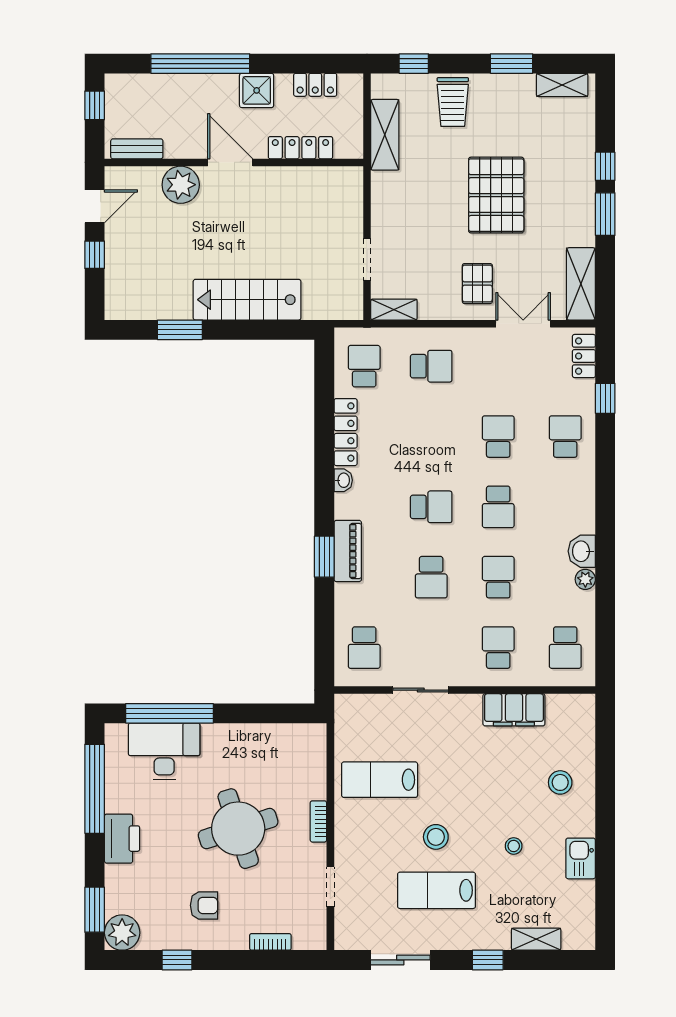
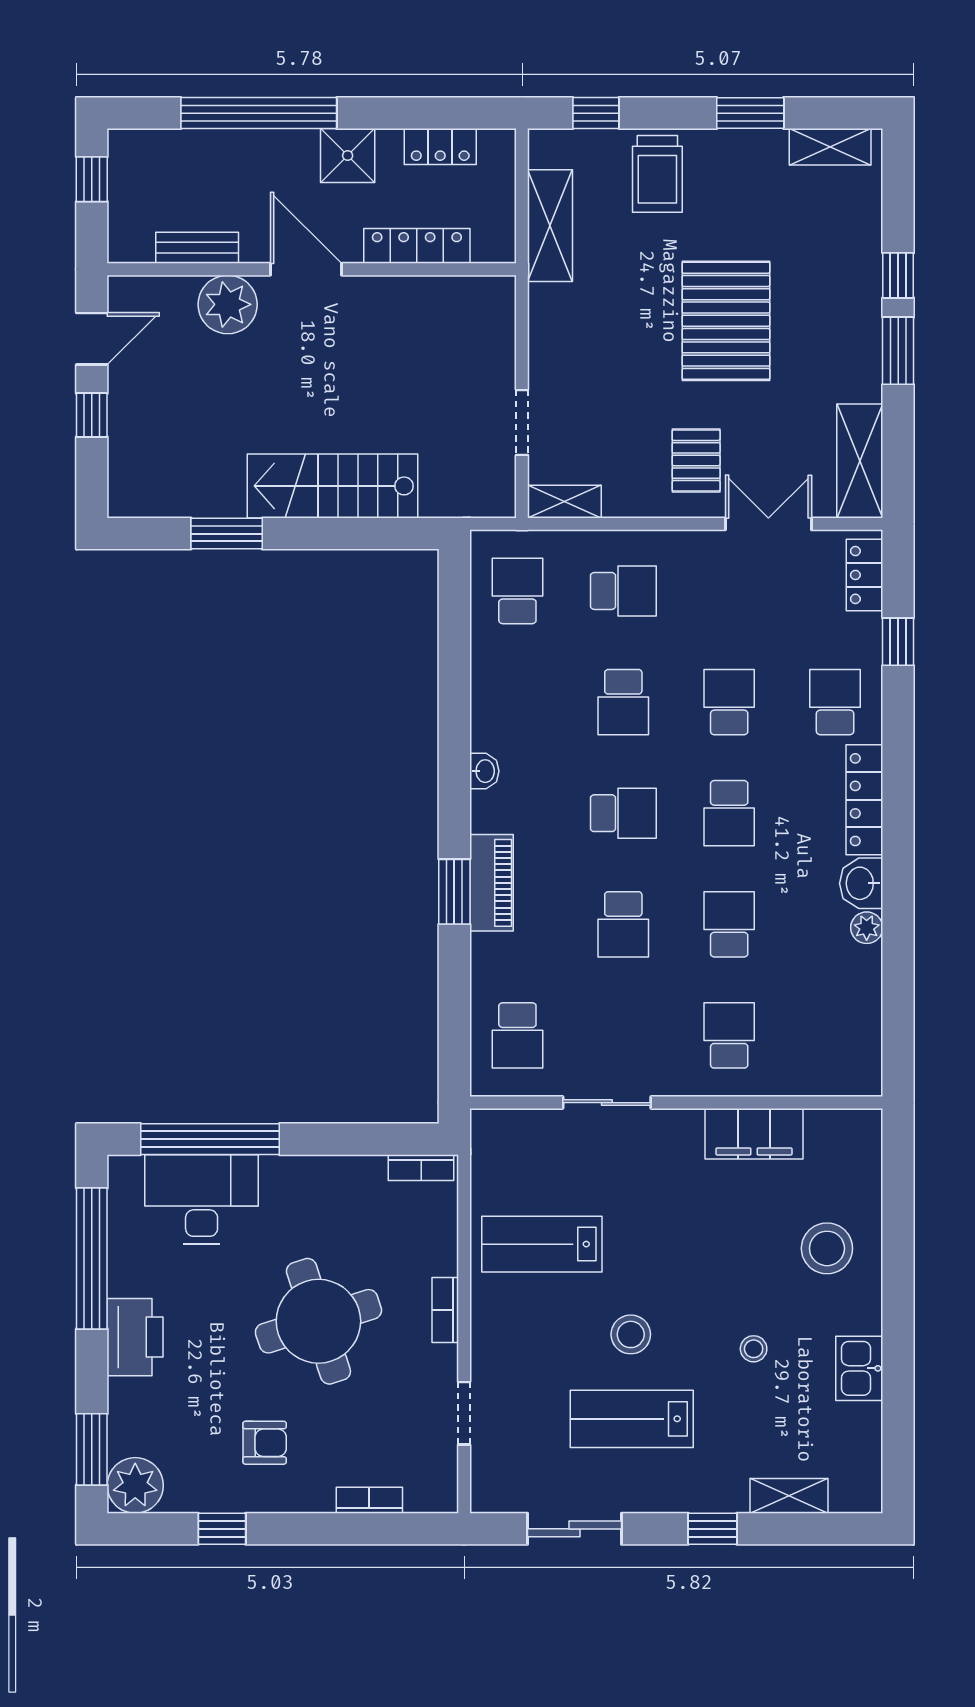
bench: (137, 149) -> (197, 248), moved
locker: (346, 432) -> (864, 800), moved, turned 180
school desk: (565, 648) -> (623, 702), moved
bookcase: (303, 731) -> (421, 1168), added
stool: (560, 782) -> (827, 1248), width x1.38, depth x1.38

